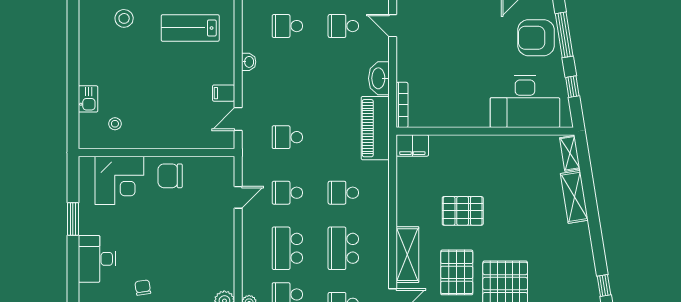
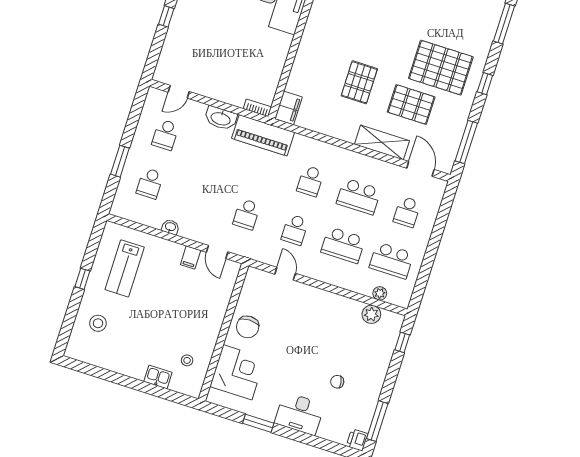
bookcase: (402, 105) -> (257, 108), width x0.64

